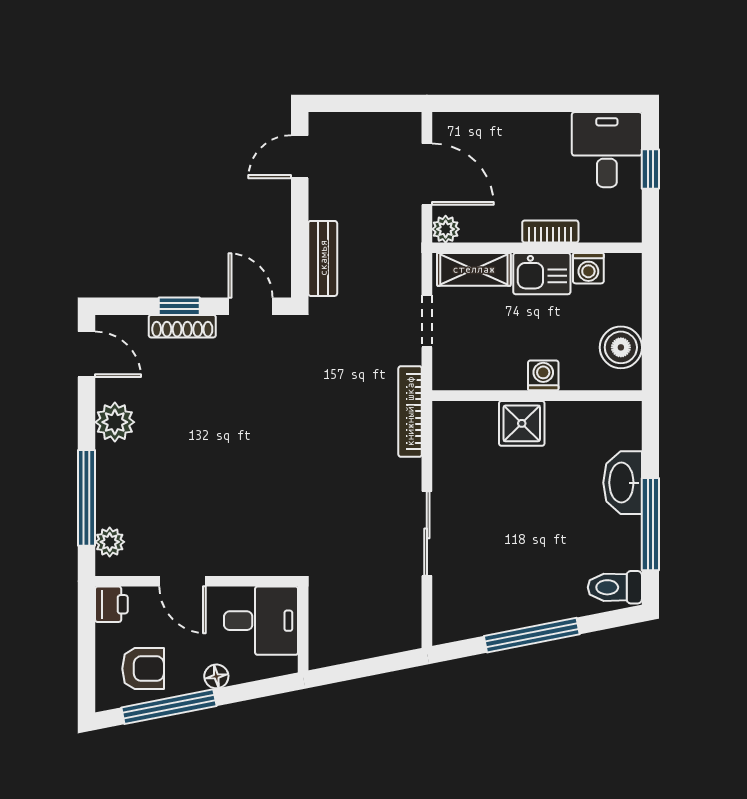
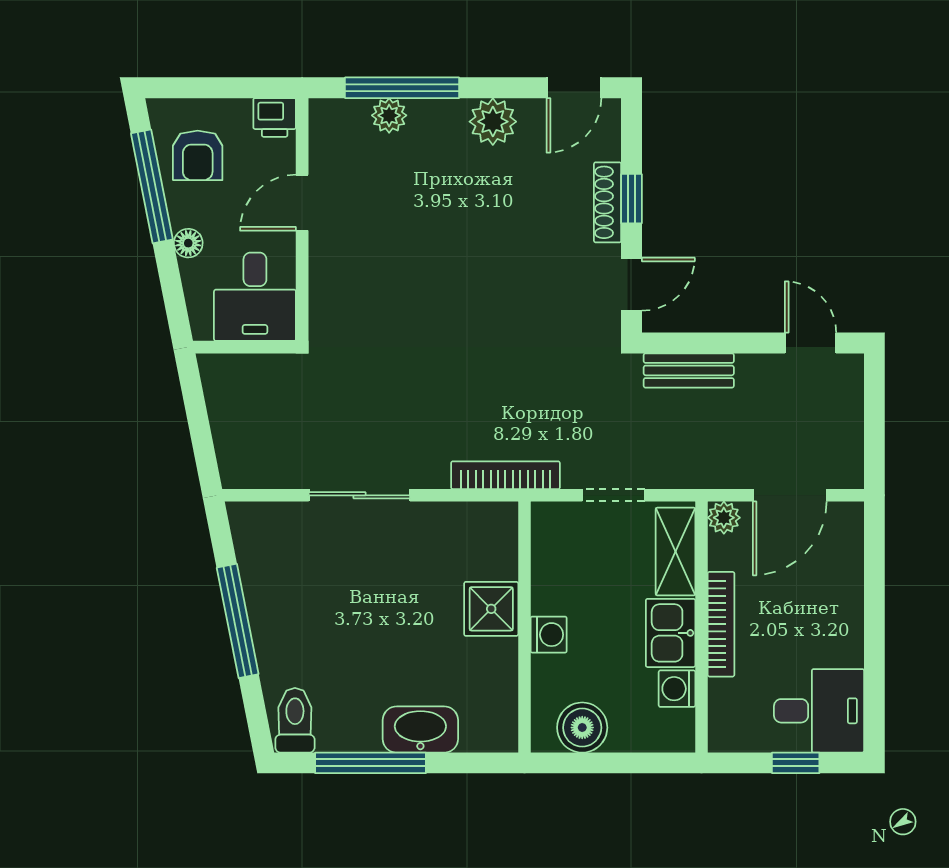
bookcase: (550, 231) -> (721, 624), width x1.56
plant: (110, 542) -> (389, 115), moved

